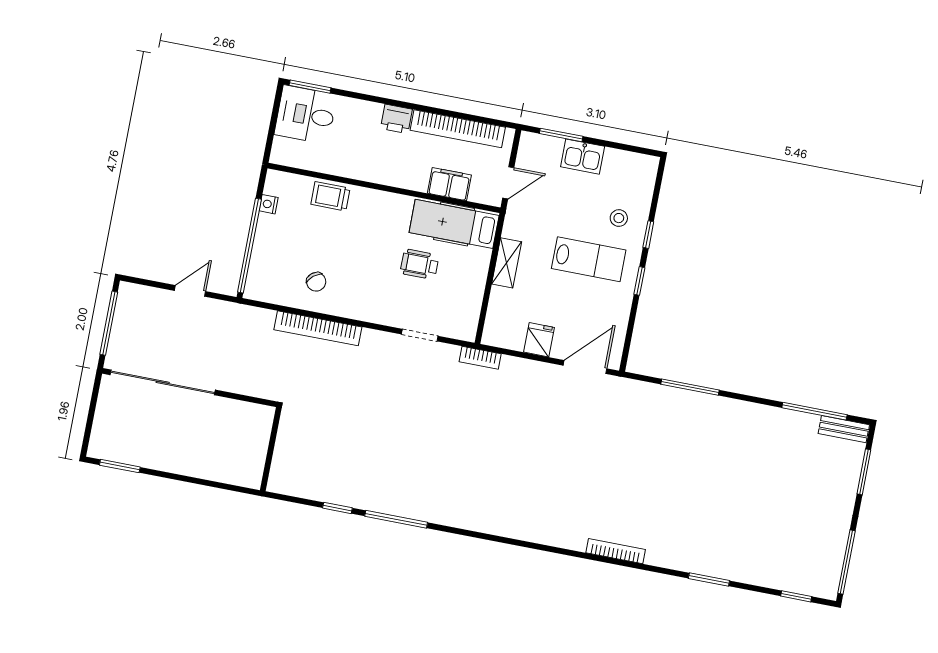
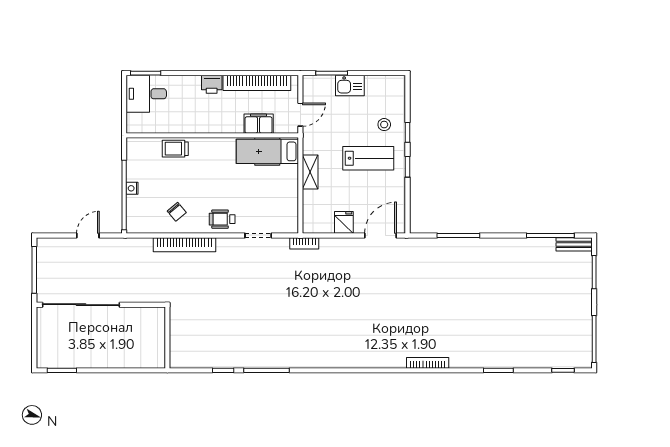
nightstand: (269, 204) -> (132, 188), moved
wheelchair: (420, 264) -> (222, 219), moved

